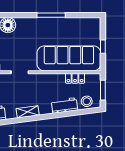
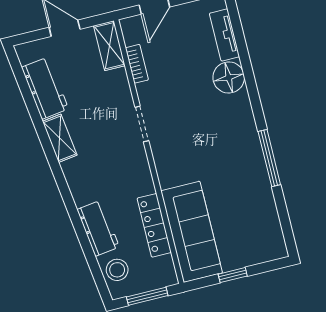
sofa: (69, 58) -> (192, 232), width x0.74, depth x0.79
locker: (75, 78) -> (154, 225), width x1.53
shelving: (28, 112) -> (60, 138), moved

